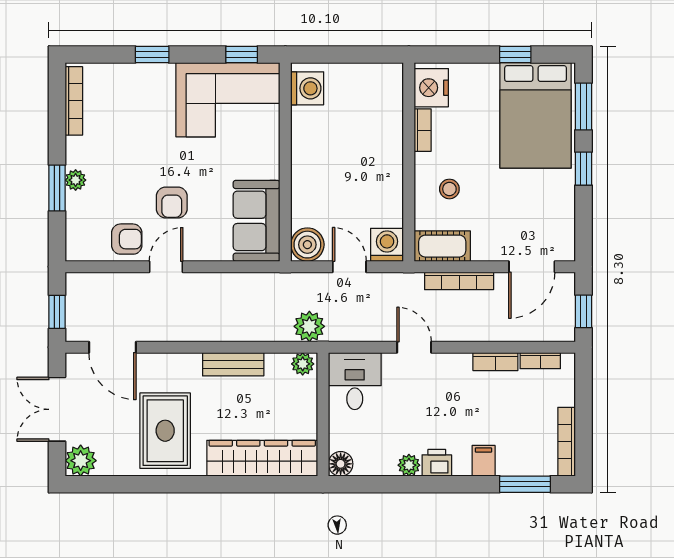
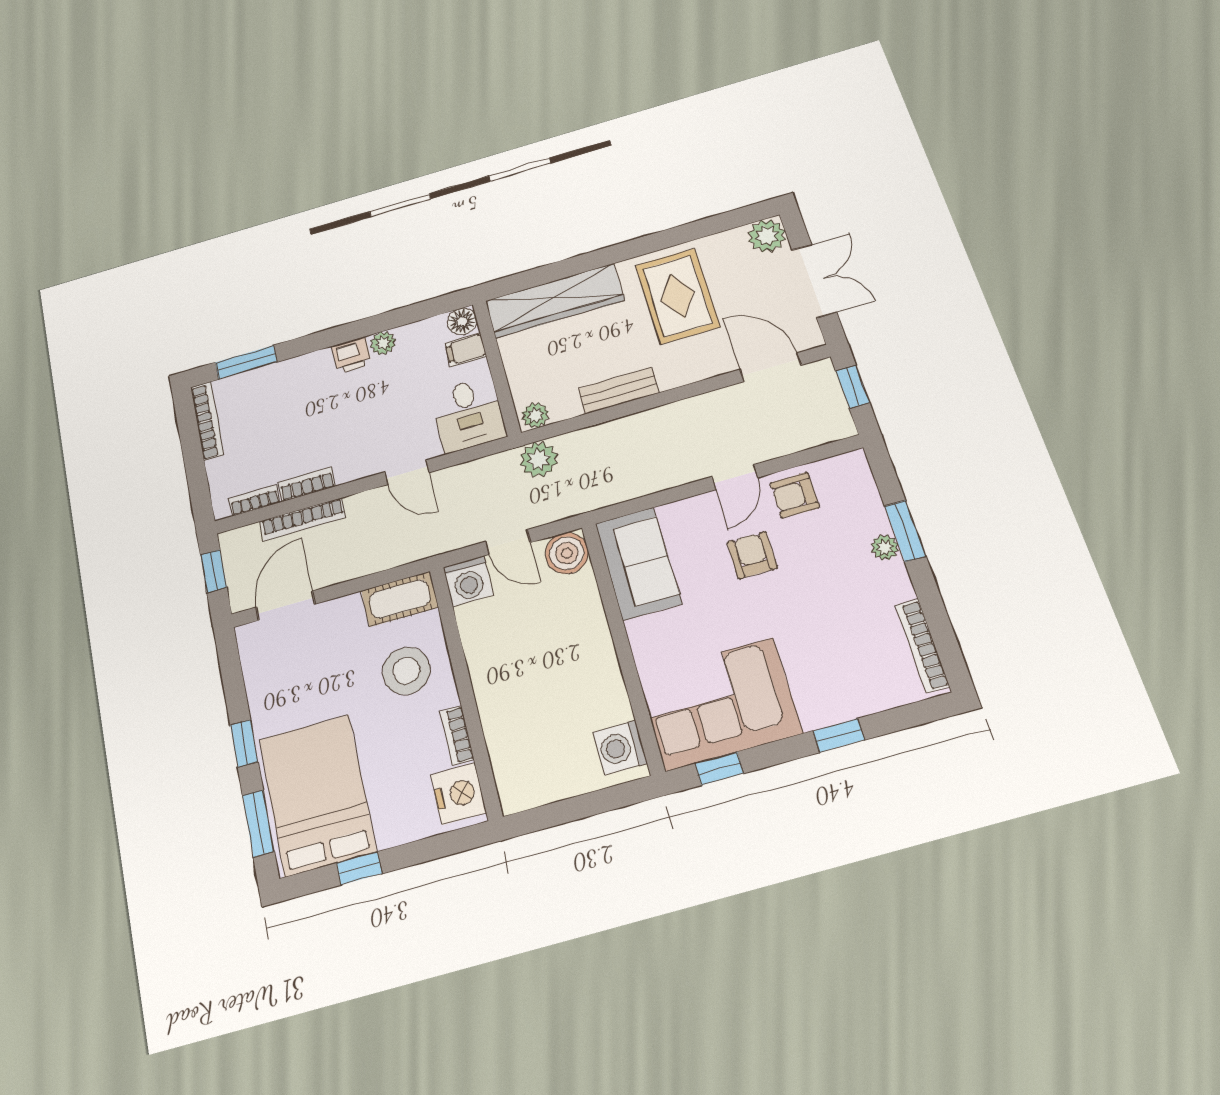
stool: (449, 189) -> (406, 671), width x1.89, depth x1.89
bookcase: (459, 281) -> (303, 519), moved, turned 180
filing cabinet: (484, 461) -> (466, 350), moved, turned 90

